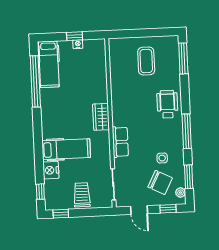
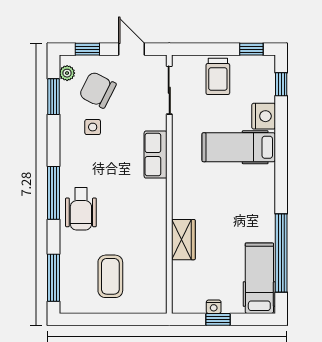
wardrobe: (101, 117) -> (183, 240), moved
window: (187, 131) -> (53, 193), moved

